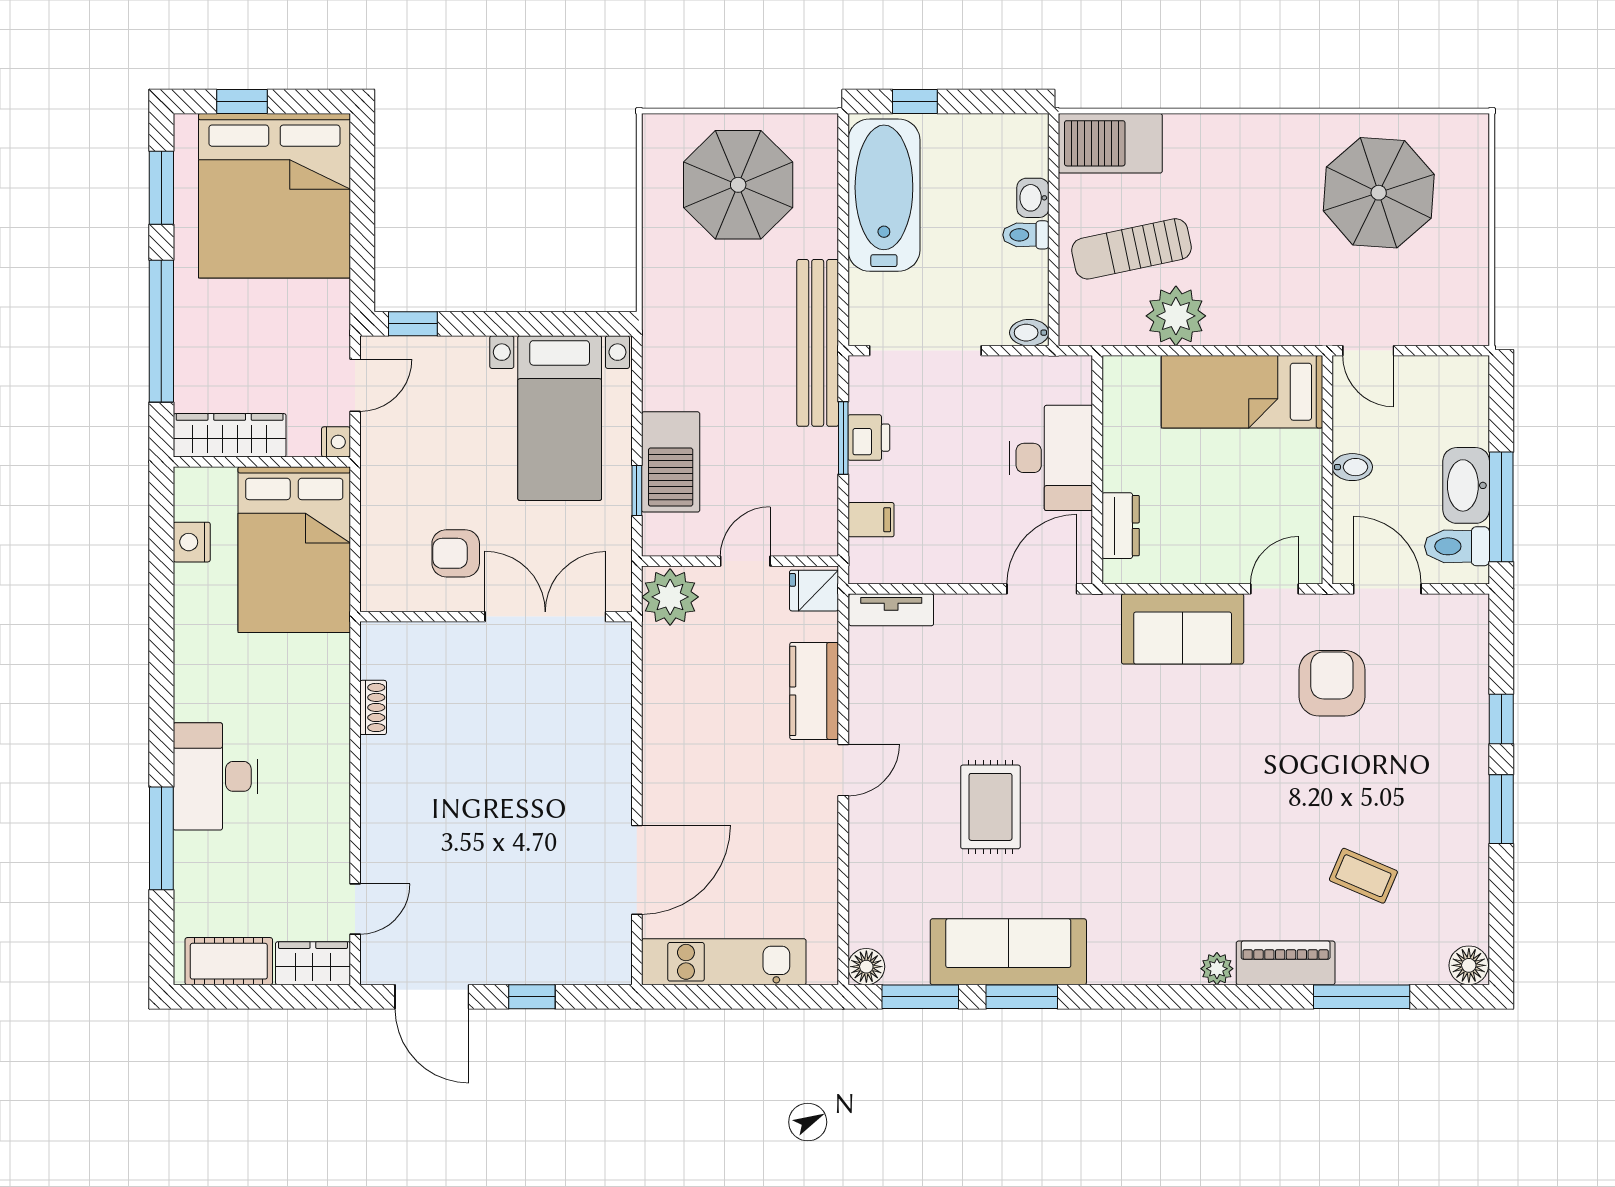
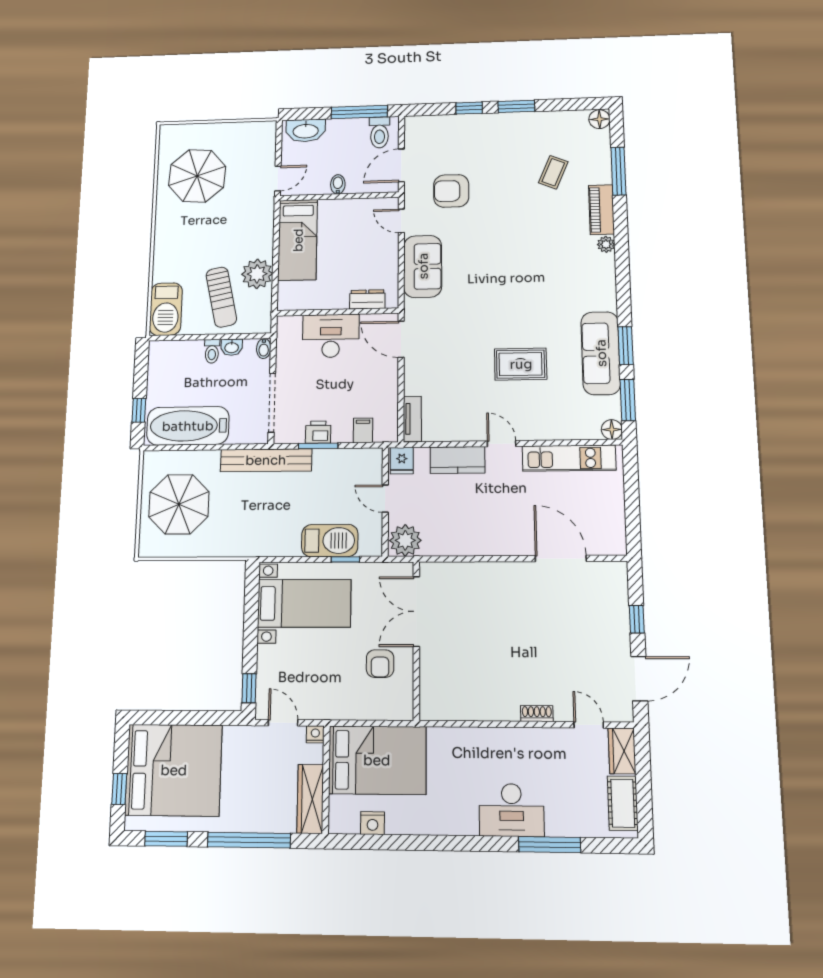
washbasin: (1033, 198) -> (232, 347), moved
washbasin: (1466, 485) -> (306, 131), moved
shoe rack: (373, 707) -> (537, 714), moved
kitchen unit: (724, 962) -> (569, 458), moved, turned -90

